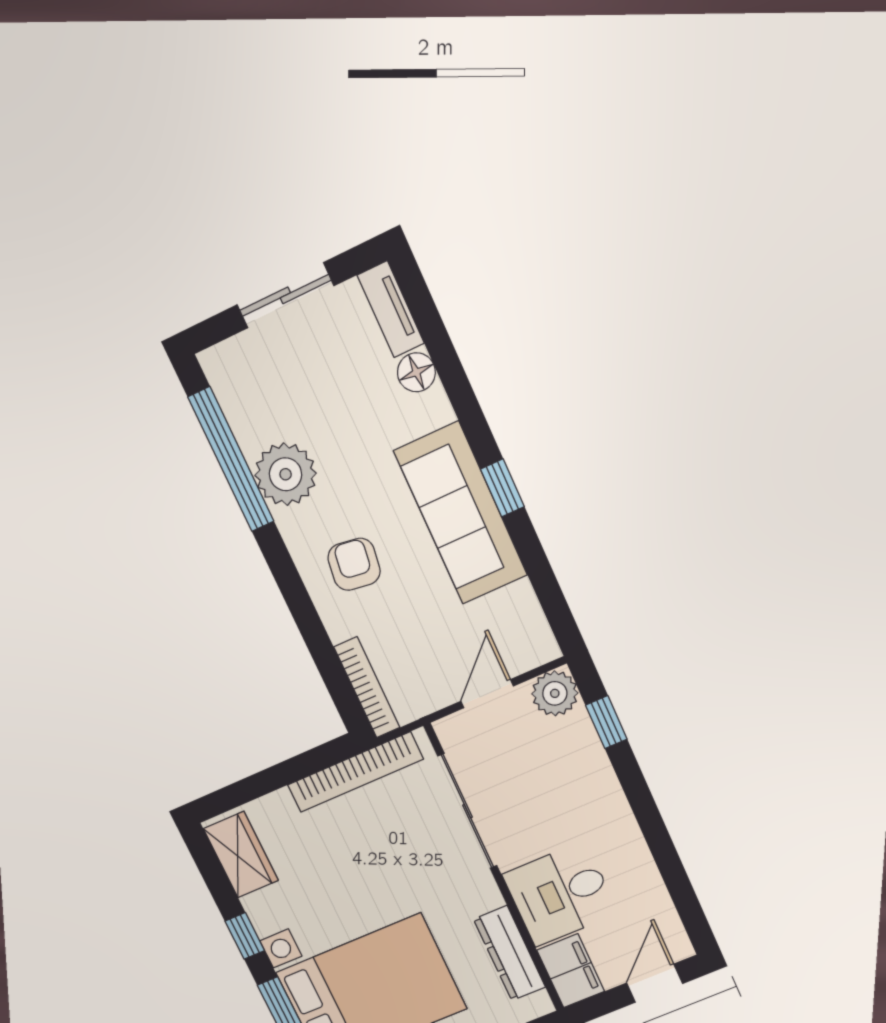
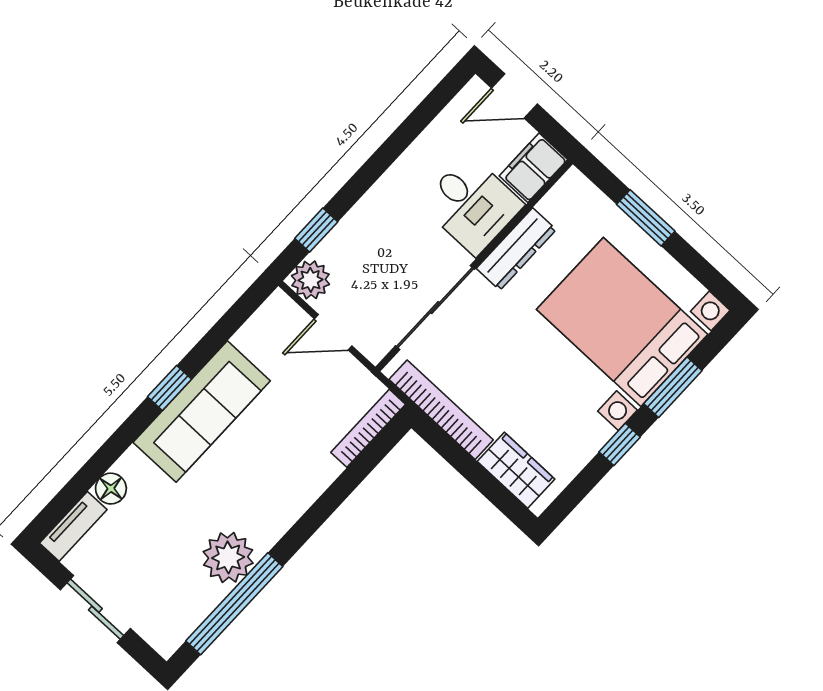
armchair: (354, 564) -> (275, 477), removed
wardrobe: (241, 855) -> (516, 470), moved, turned 90
dresser: (510, 953) -> (516, 249), moved

